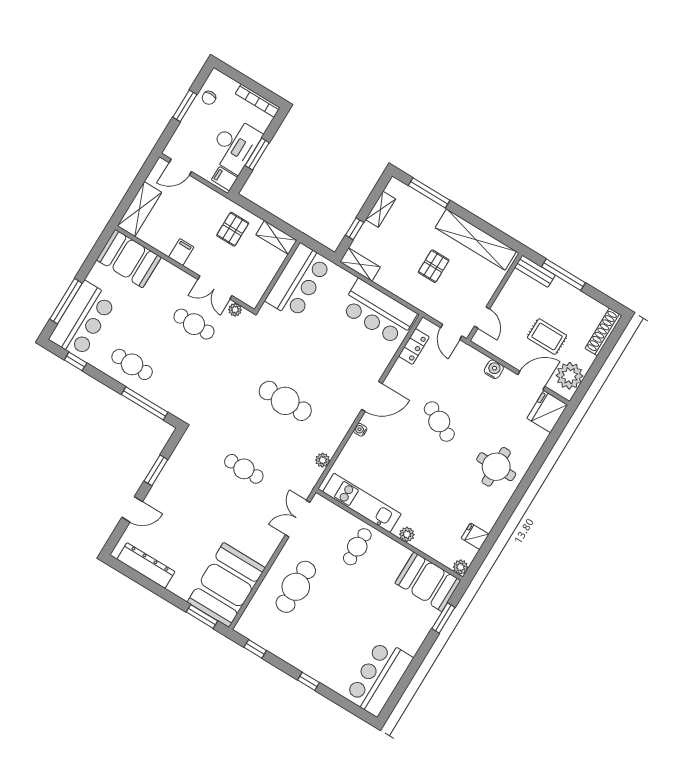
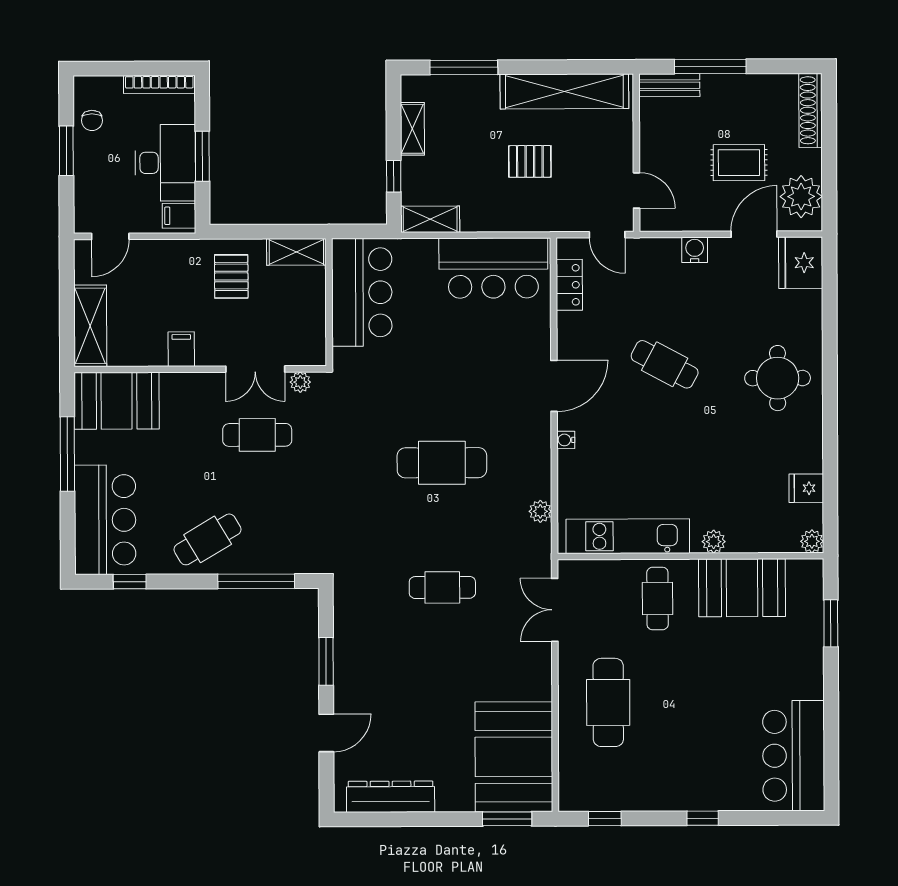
pallet: (434, 266) -> (530, 161), turned 90
window: (66, 301) -> (67, 454), moved
cafe table: (132, 364) -> (208, 539), turned -31
booth: (428, 582) -> (742, 588), moved

